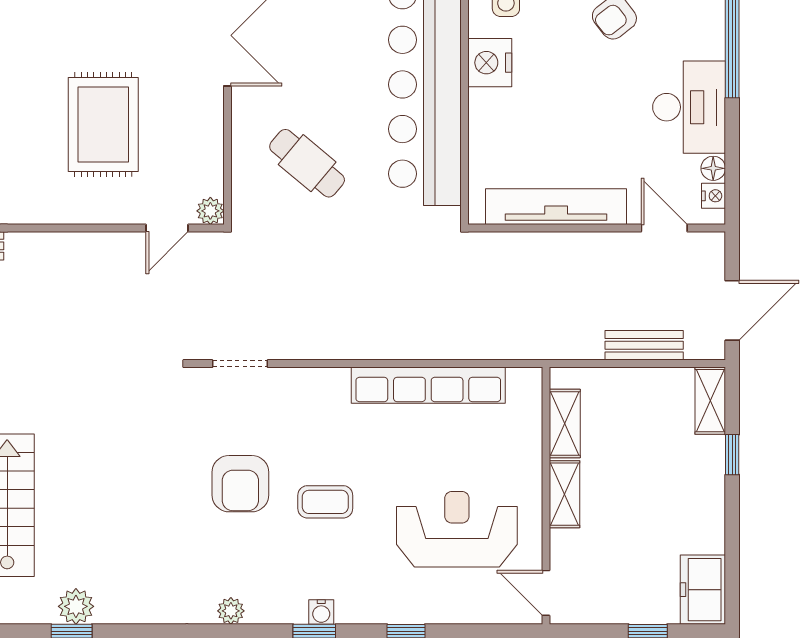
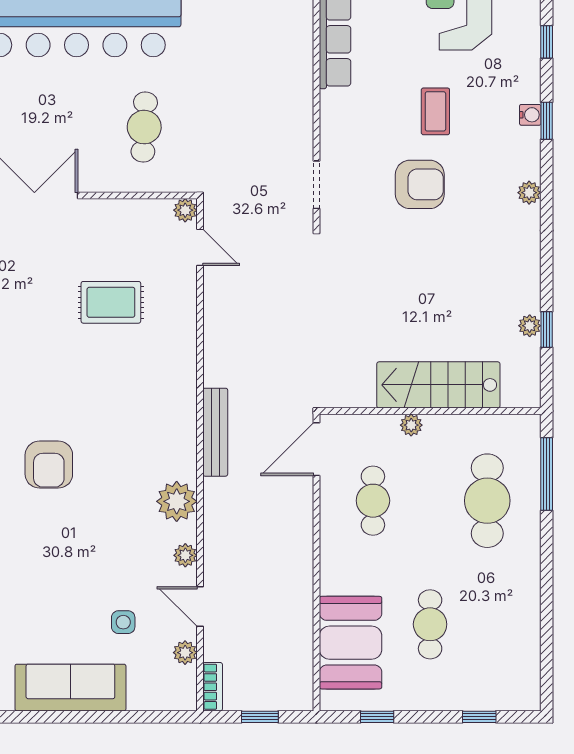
rug: (103, 124) -> (111, 302), width x0.73, depth x0.70
cafe table: (307, 163) -> (144, 127), turned -37
plant: (76, 606) -> (530, 326), width x0.73, depth x0.73

